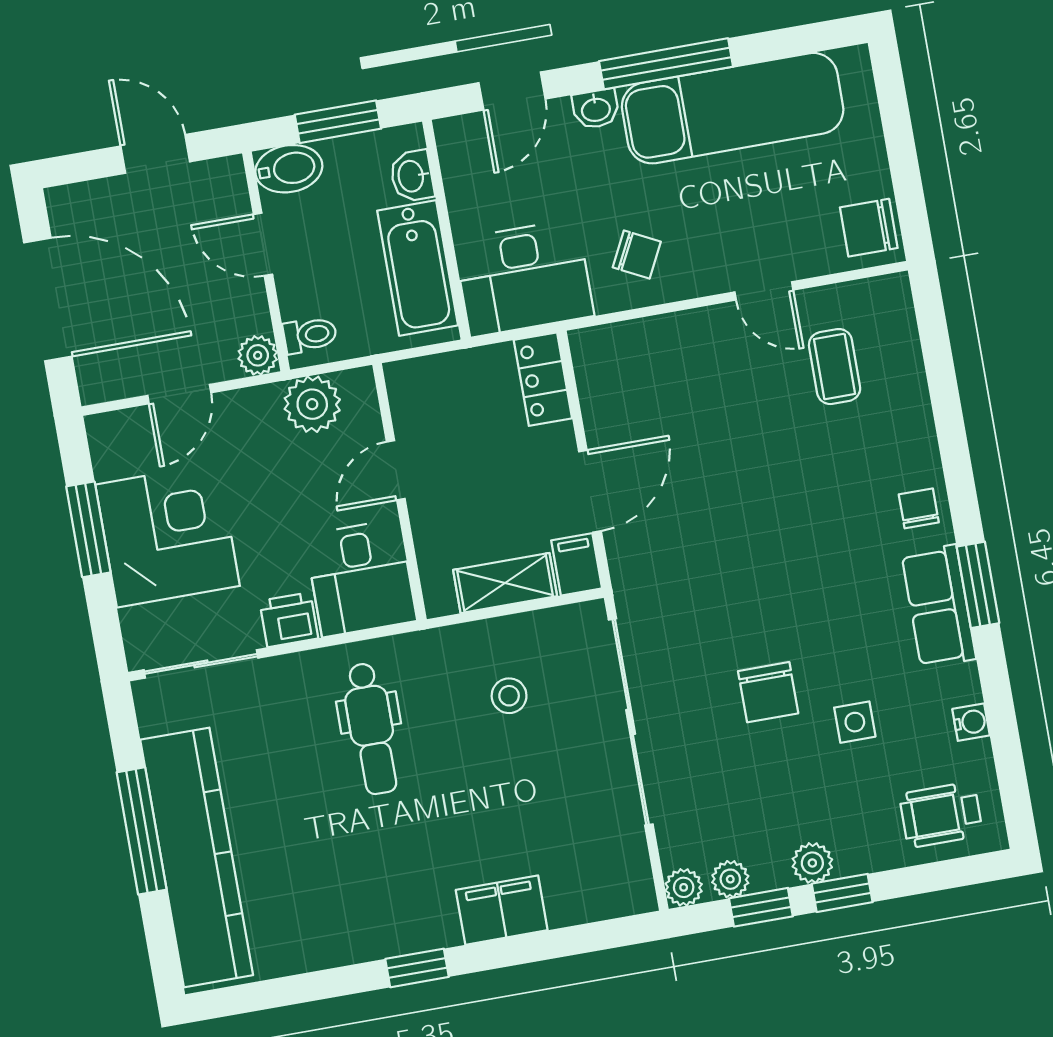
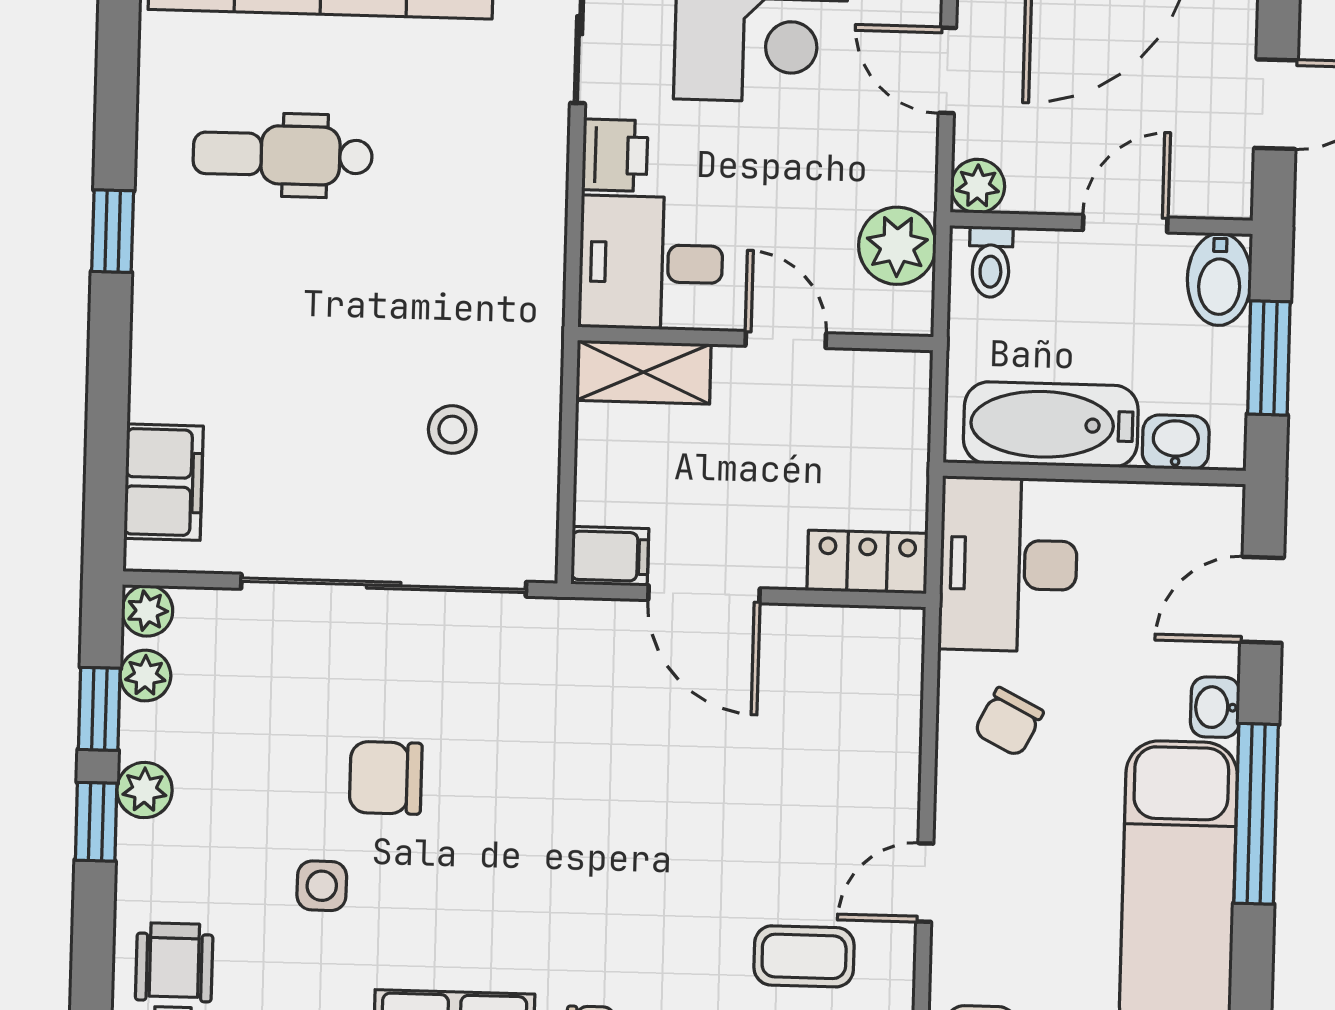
door: (512, 91) -> (1262, 600), hinge flipped
shelving: (505, 583) -> (644, 372), moved, turned 90
dental chair: (371, 729) -> (283, 155), moved
filing cabinet: (502, 910) -> (164, 482), moved

